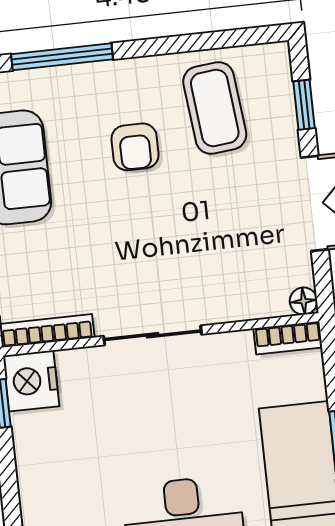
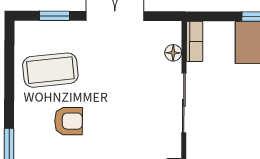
floor lamp: (304, 301) -> (173, 53), moved
sliding door: (153, 335) -> (184, 103), moved

